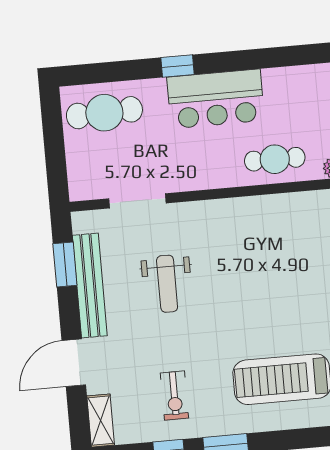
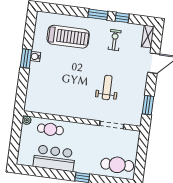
bar counter: (216, 99) -> (54, 158), moved
bench: (90, 285) -> (140, 94), removed

